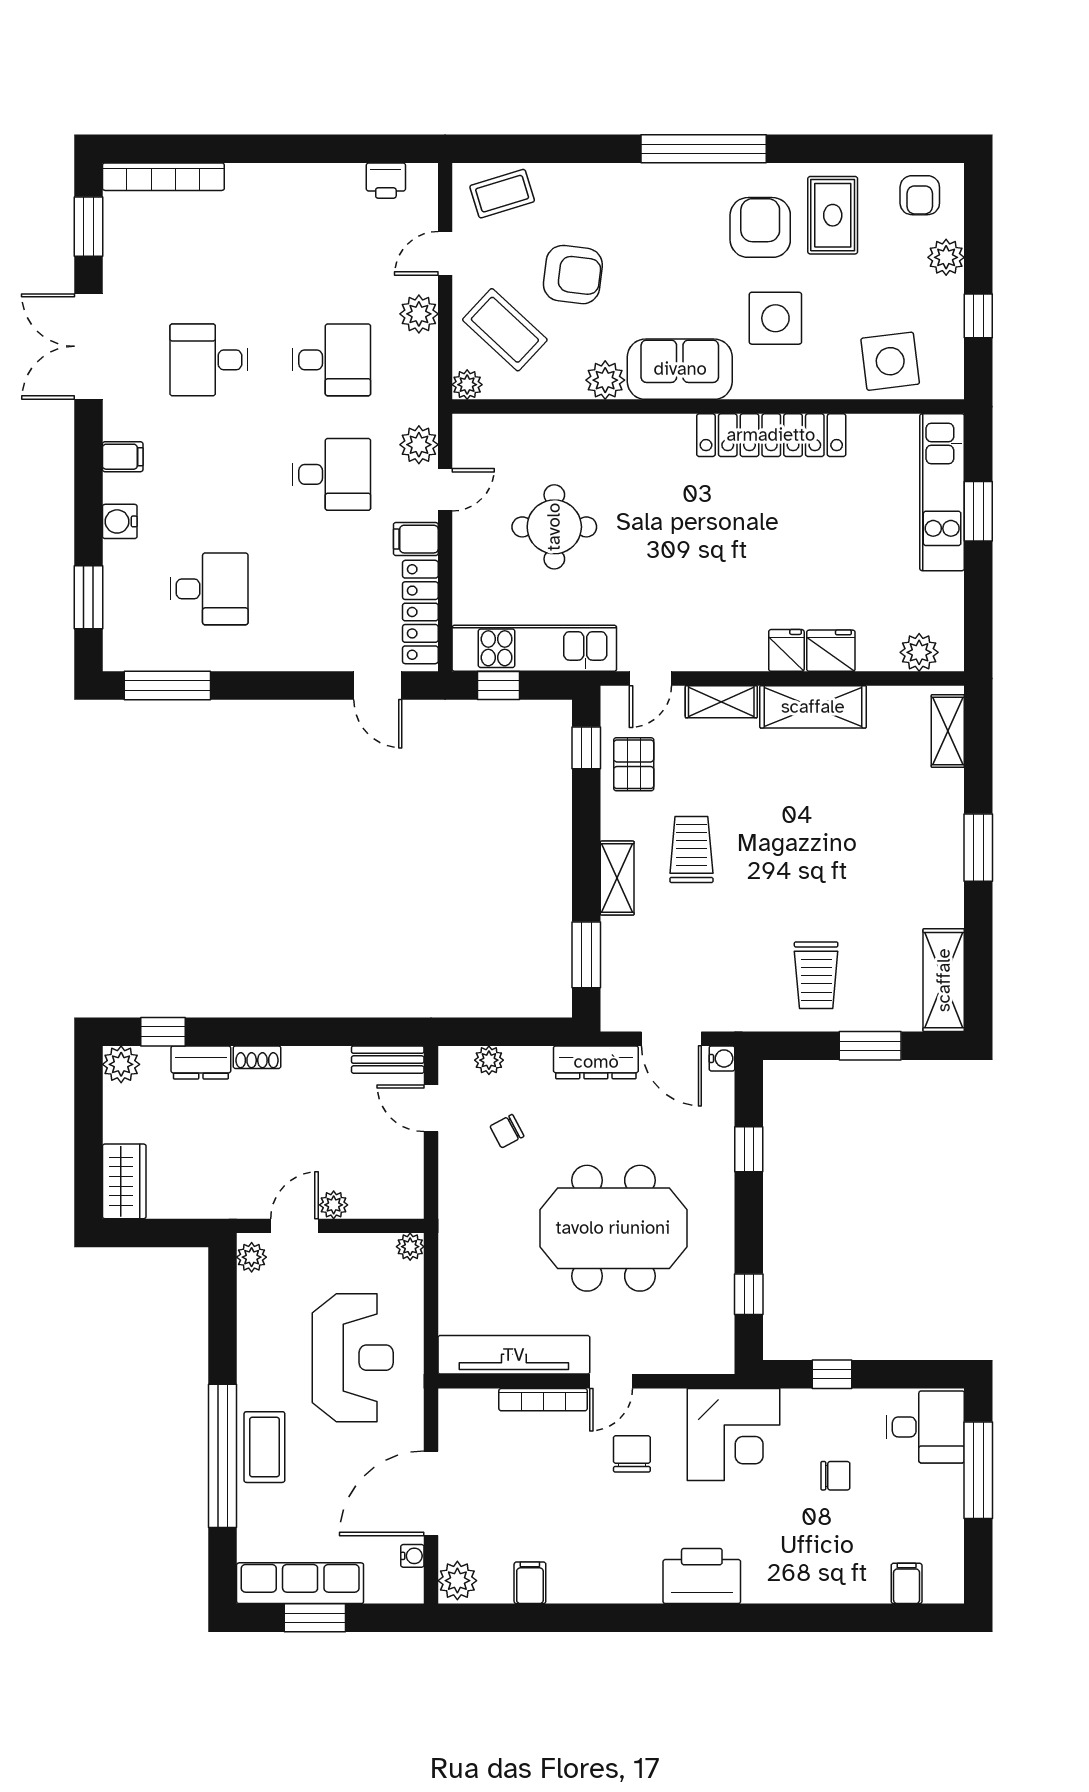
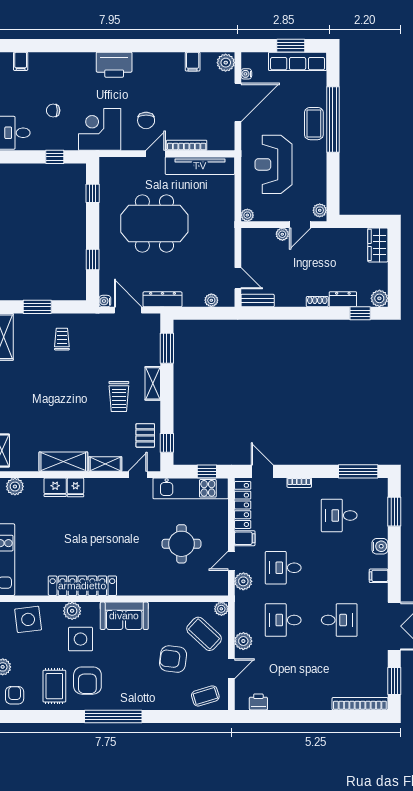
plant: (605, 380) -> (72, 611), moved
bookcase: (297, 661) -> (299, 483), added
trolley: (816, 975) -> (62, 339), width x0.73, depth x0.72
chair: (507, 1131) -> (203, 268), removed

